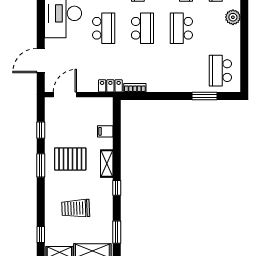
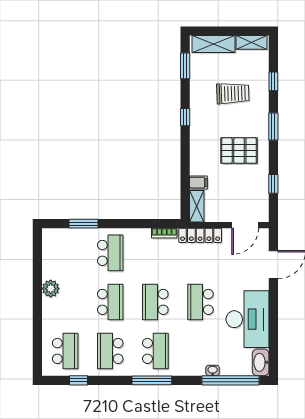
plant: (233, 17) -> (51, 289), moved
school desk: (220, 71) -> (110, 253), moved
locker: (110, 86) -> (200, 235), width x1.53
shelving: (107, 164) -> (197, 206), moved
window: (41, 165) -> (273, 126), moved
window: (41, 235) -> (273, 81), moved

